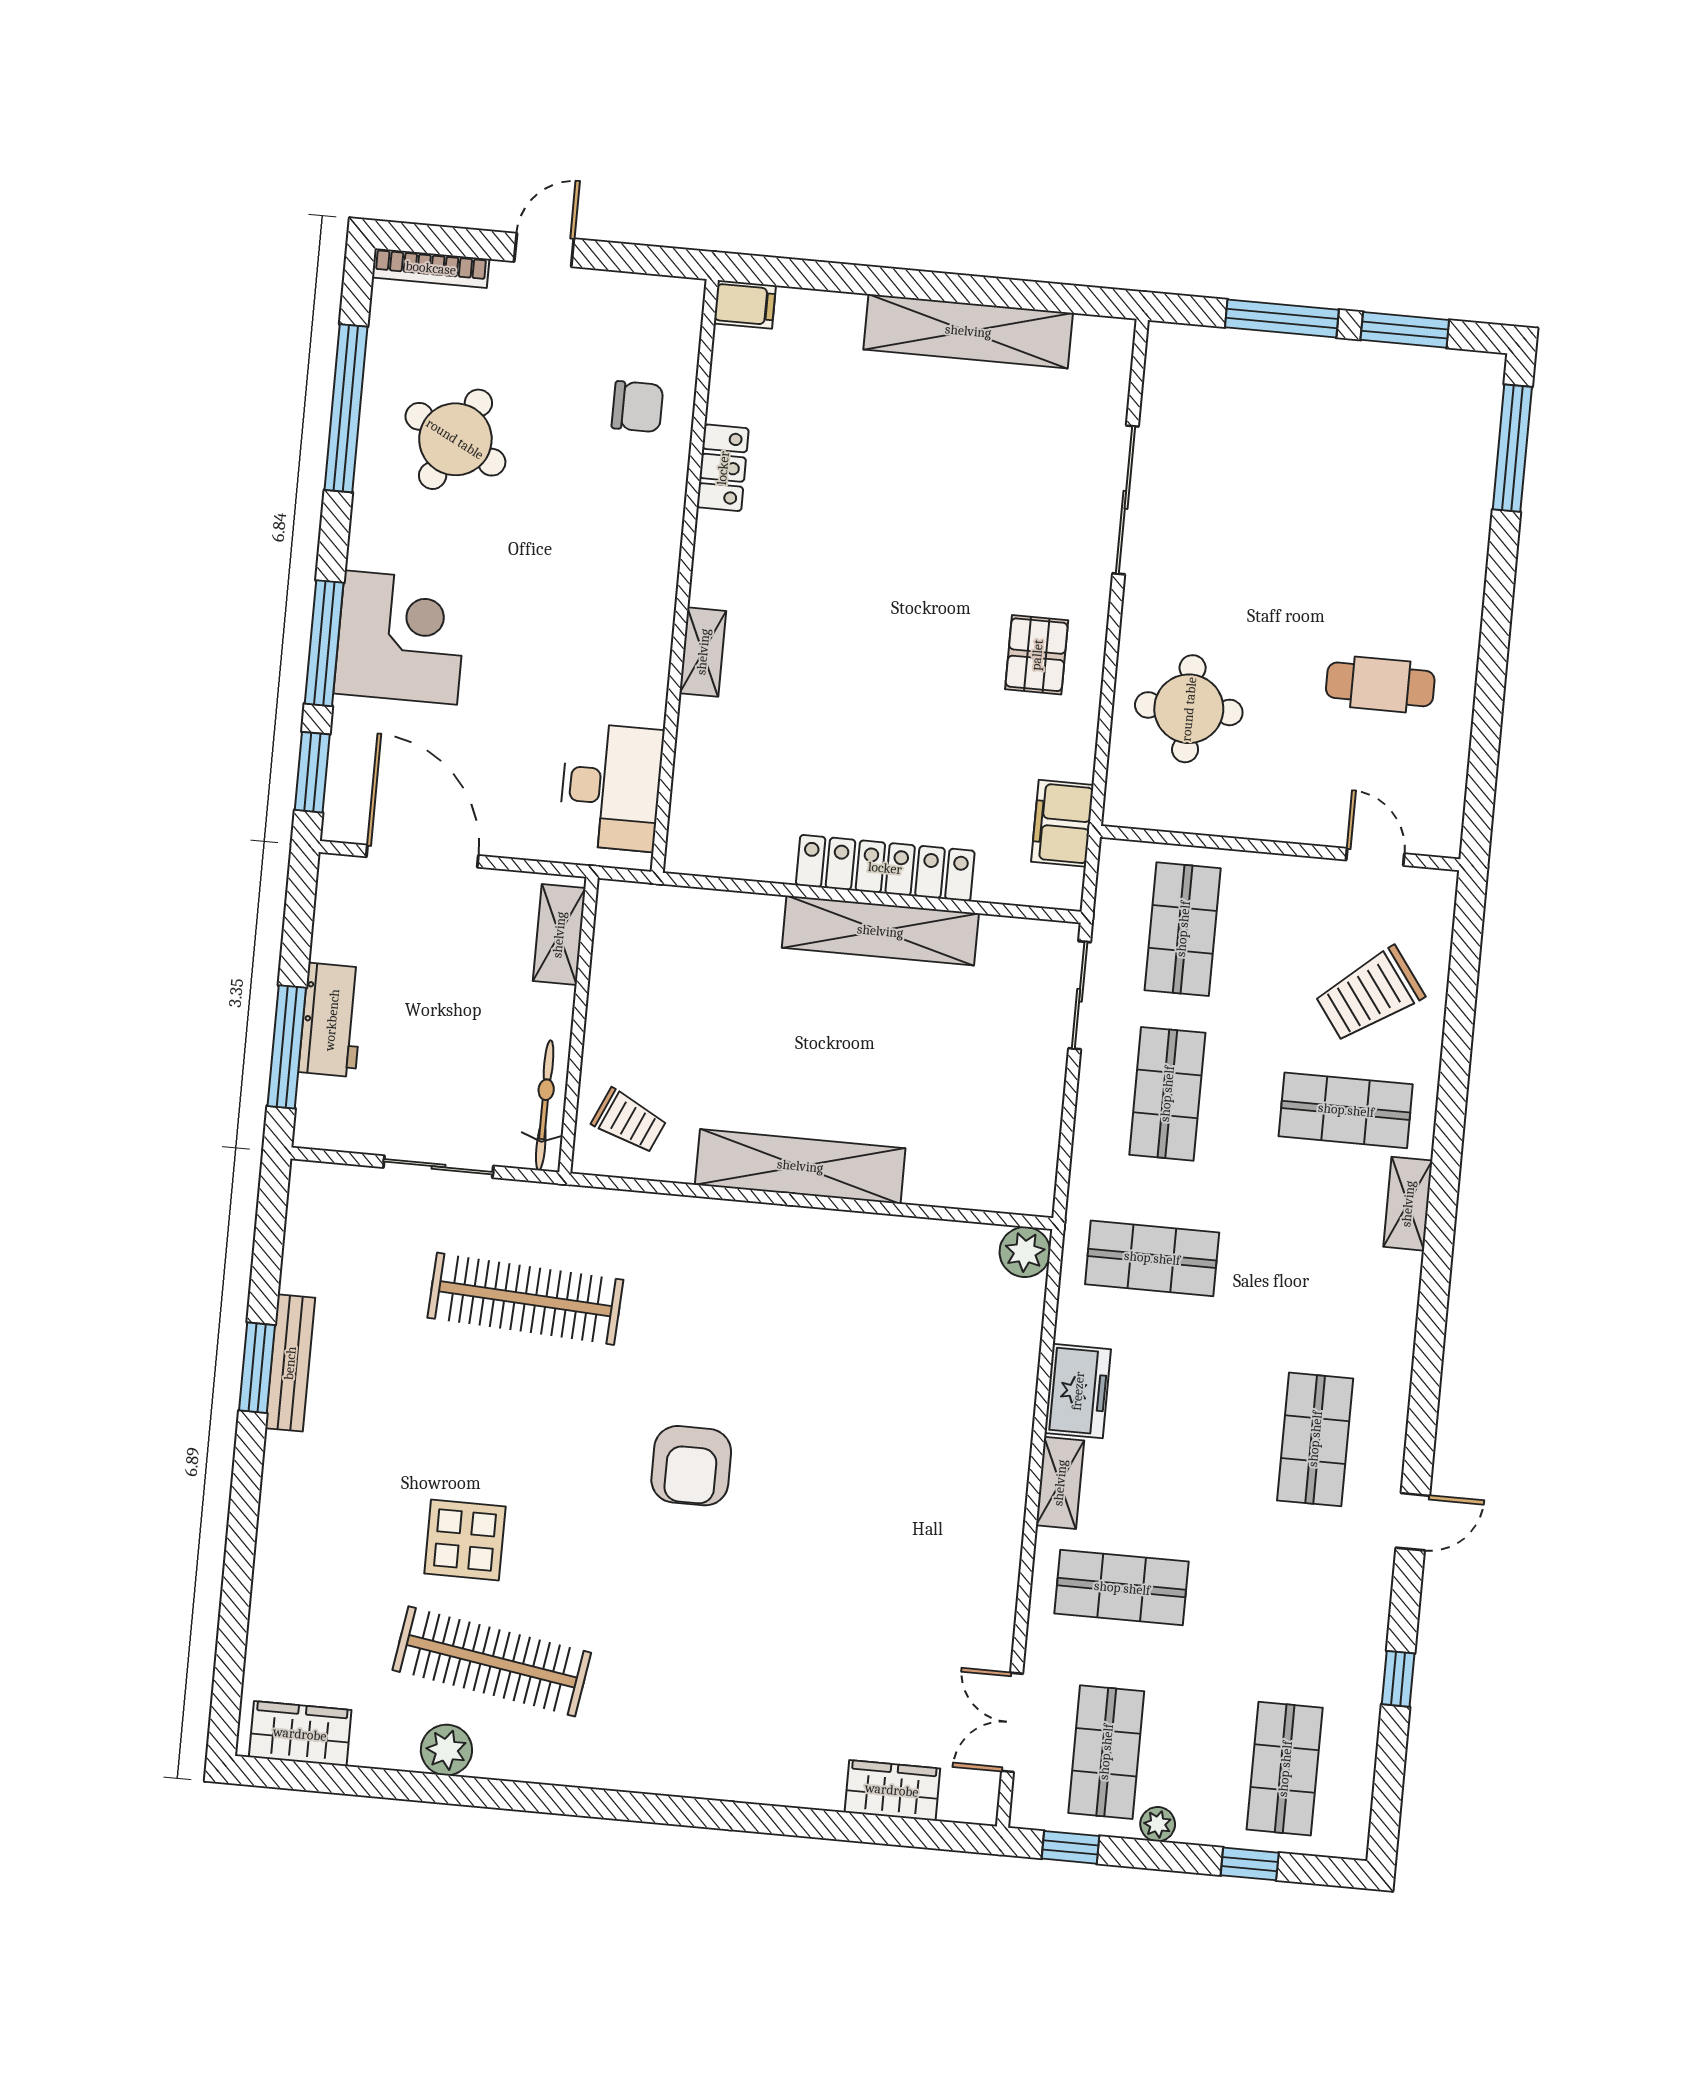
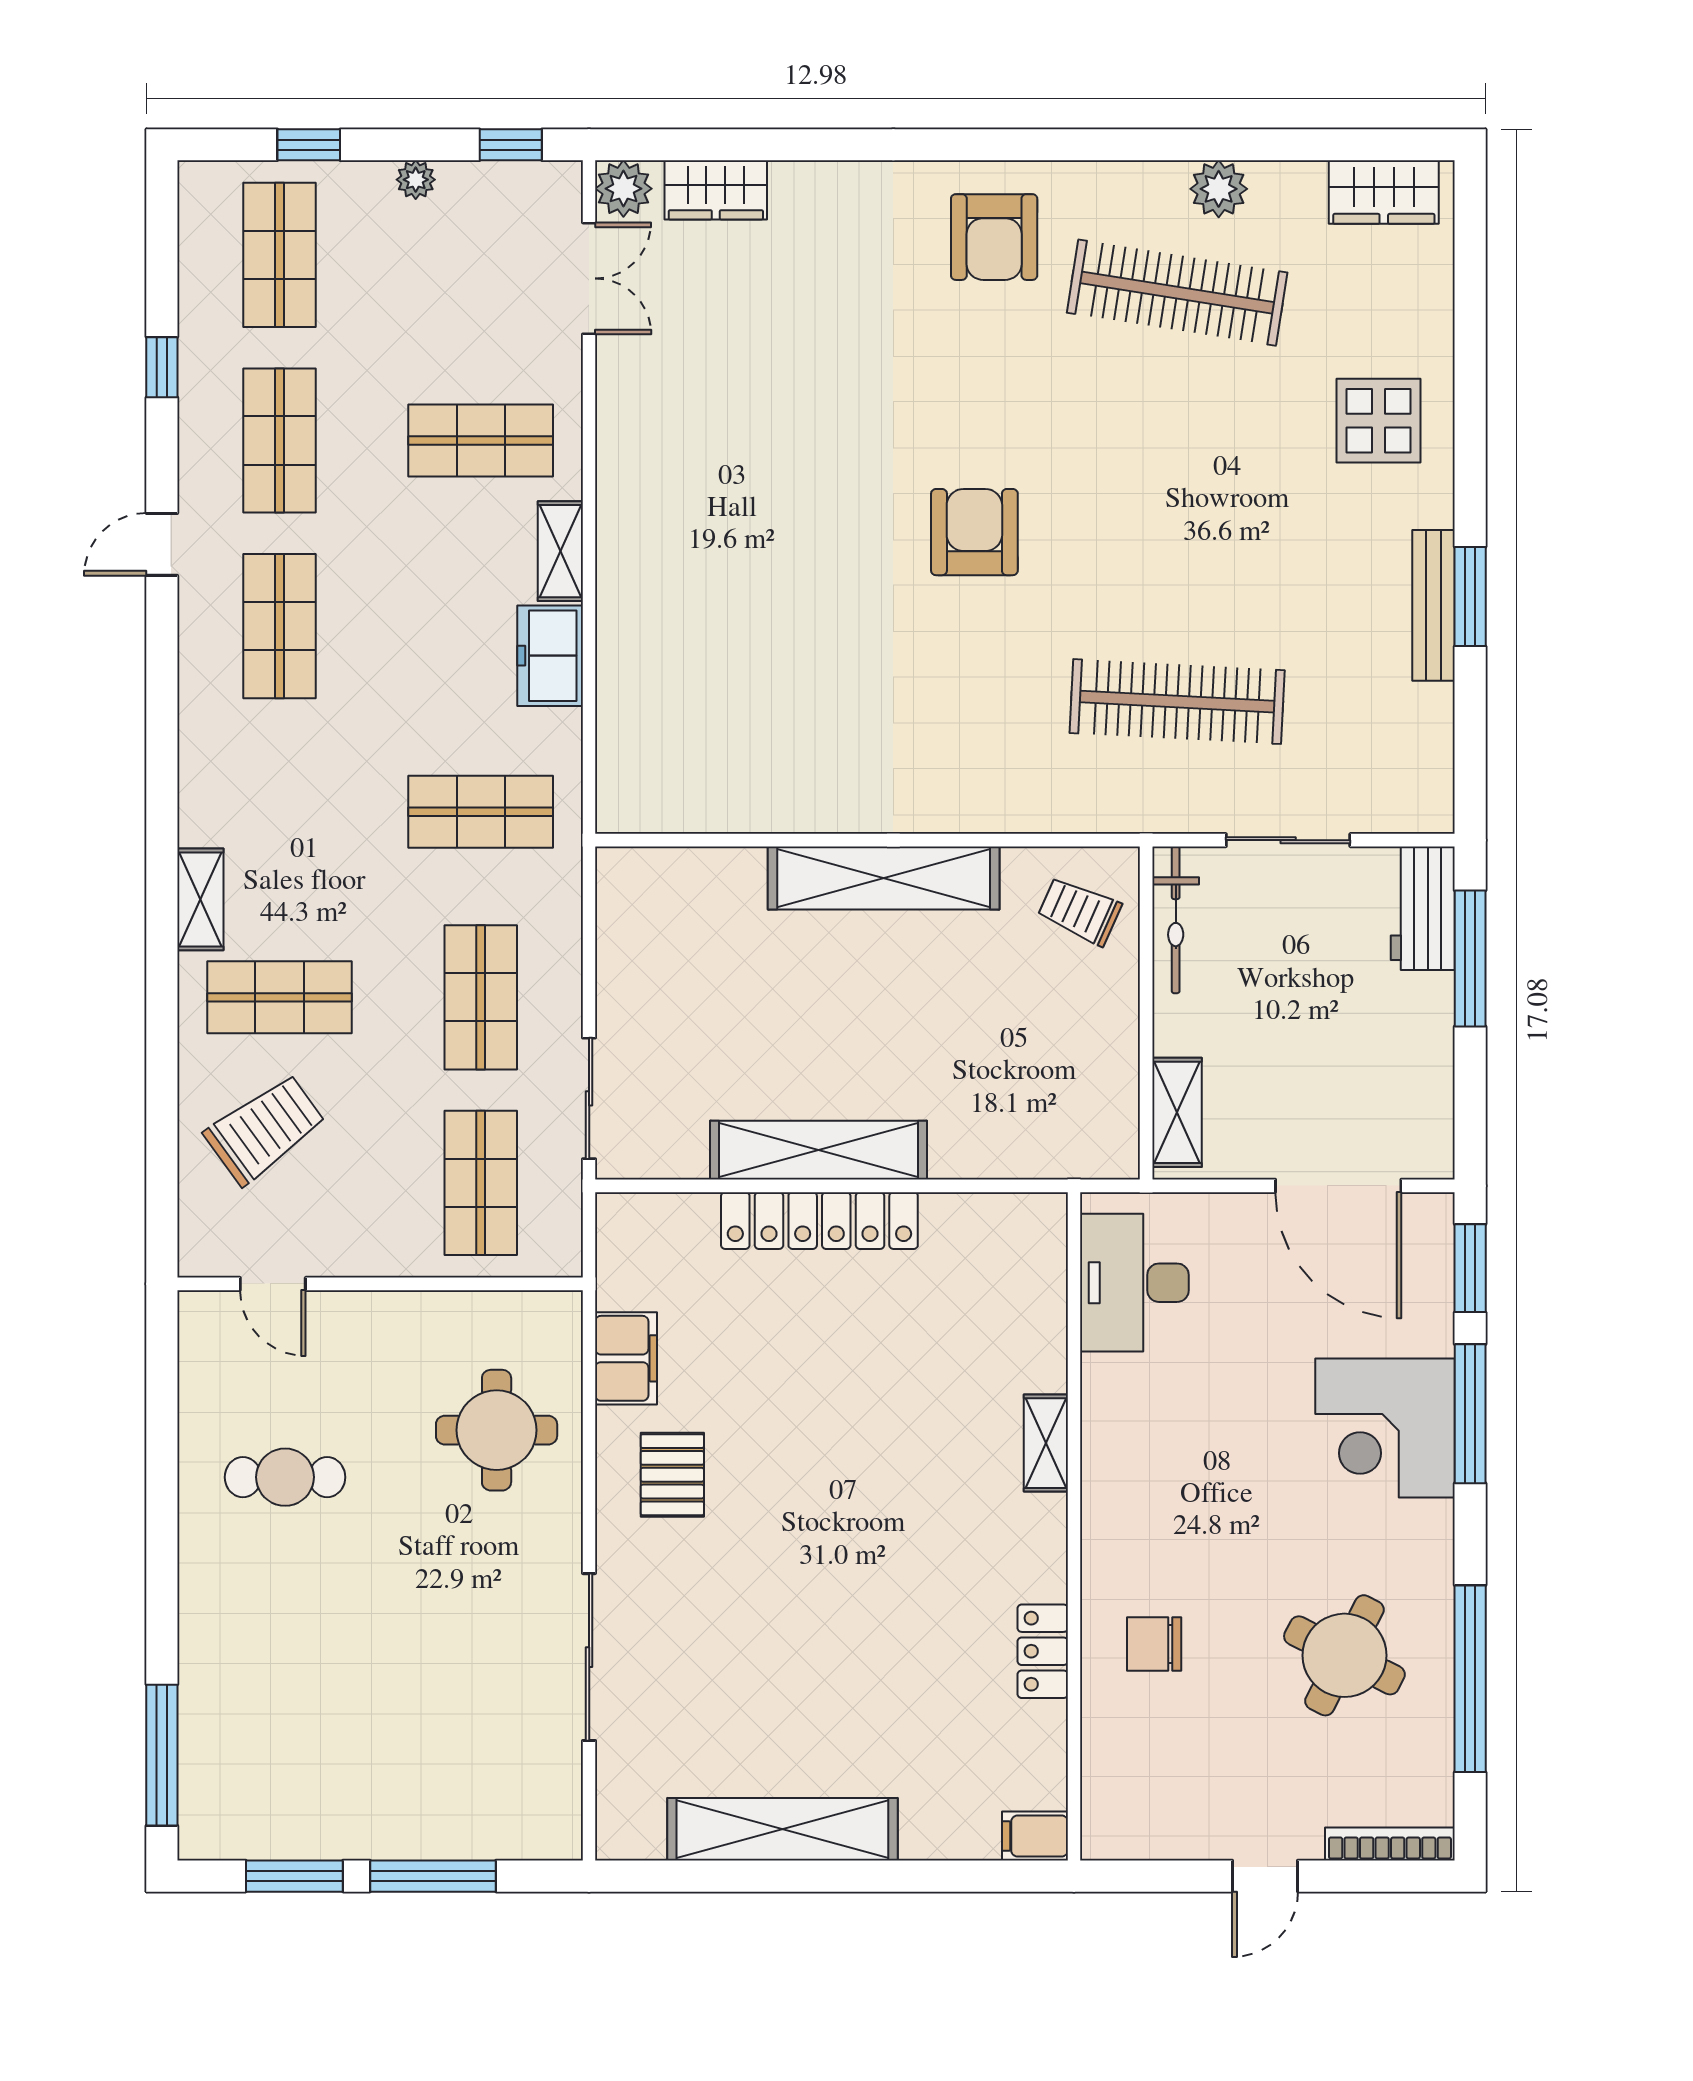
chair: (637, 407) -> (1154, 1644), moved
filing cabinet: (1062, 823) -> (626, 1358), moved
workbench: (332, 1020) -> (1423, 908), moved
plant: (1025, 1252) -> (623, 189), moved
display table: (465, 1540) -> (1379, 421), moved
armchair: (649, 1726) -> (994, 237), added
shop shelf: (1106, 1752) -> (280, 441), moved

